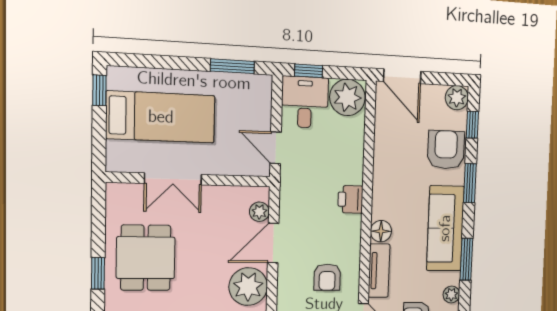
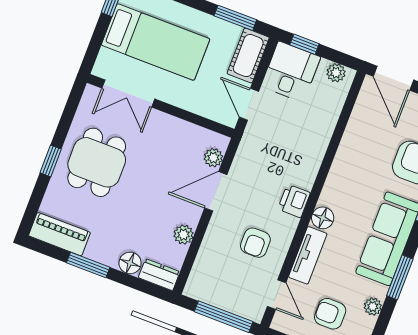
plant: (347, 97) -> (336, 73), width x0.53, depth x0.53
cot: (258, 100) -> (248, 56), added
double door: (173, 179) -> (128, 94), moved
printer: (350, 199) -> (294, 201), moved
plant: (248, 287) -> (184, 235), width x0.53, depth x0.53

